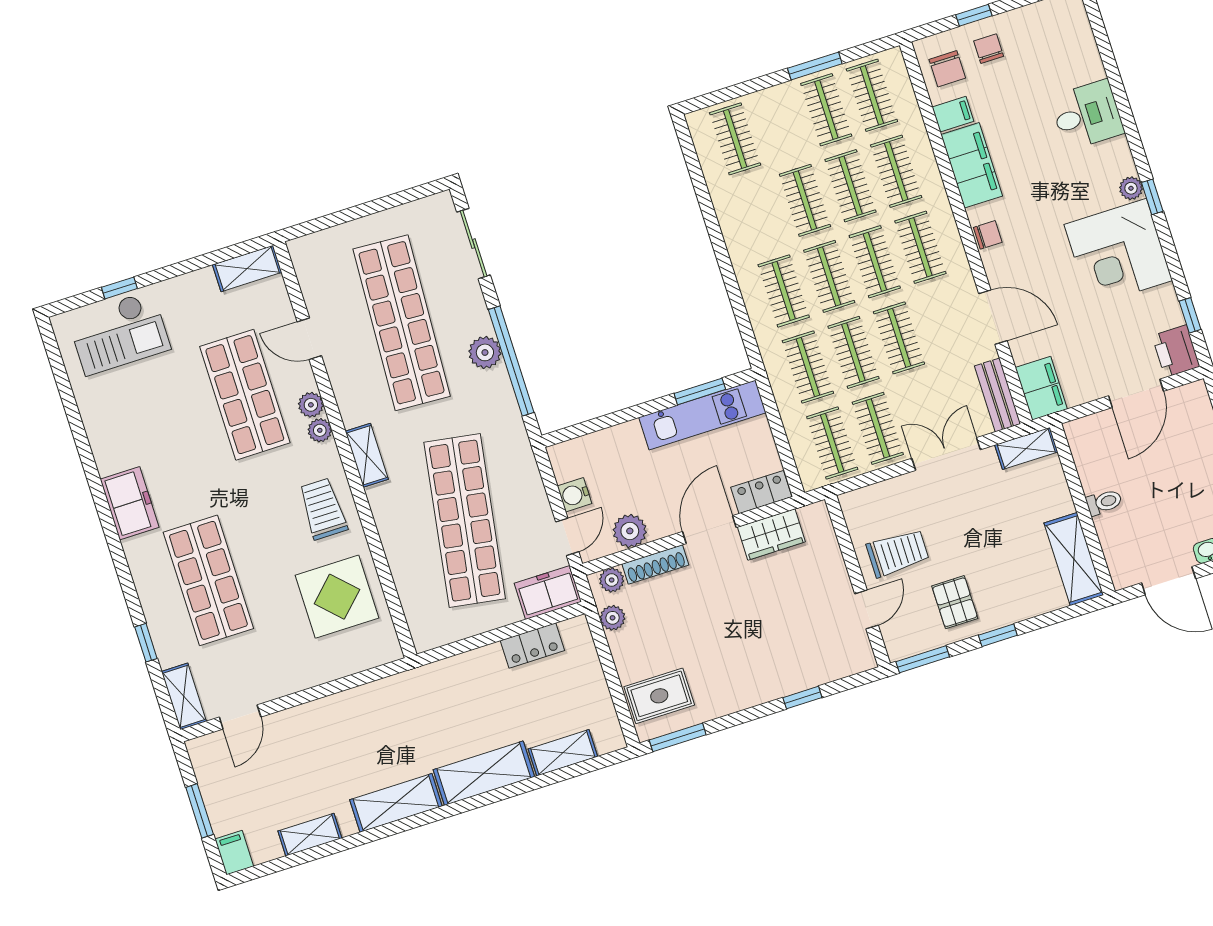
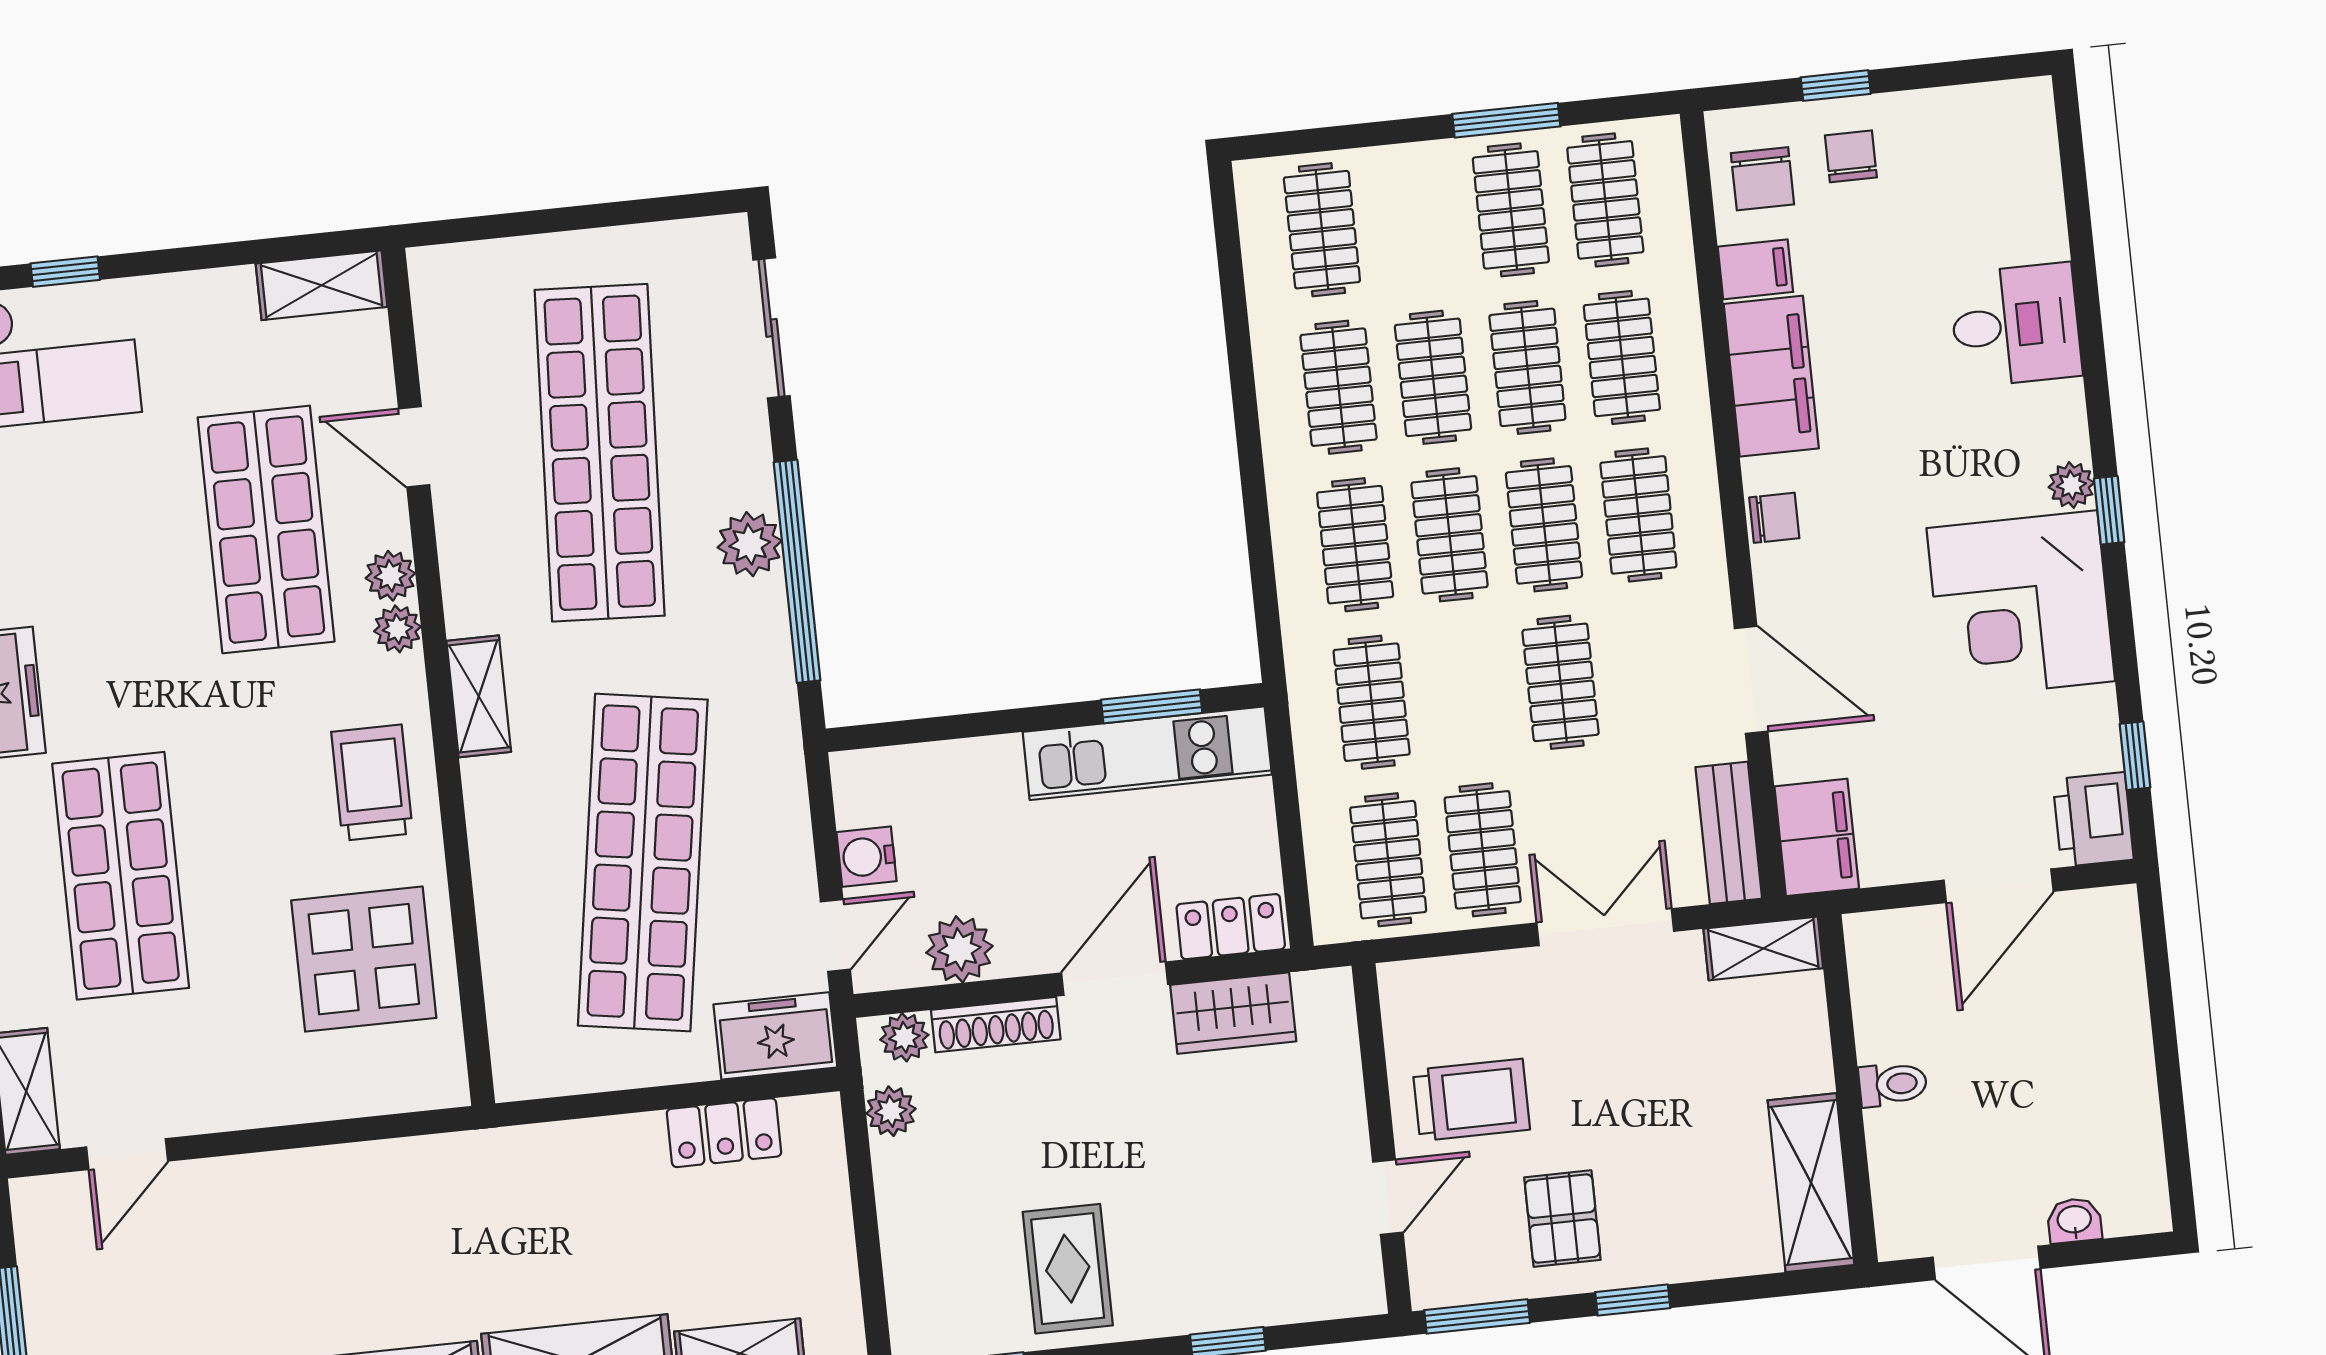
clothes rail: (853, 352) -> (1339, 387), moved
rug: (659, 696) -> (1068, 1269), moved, turned 90

